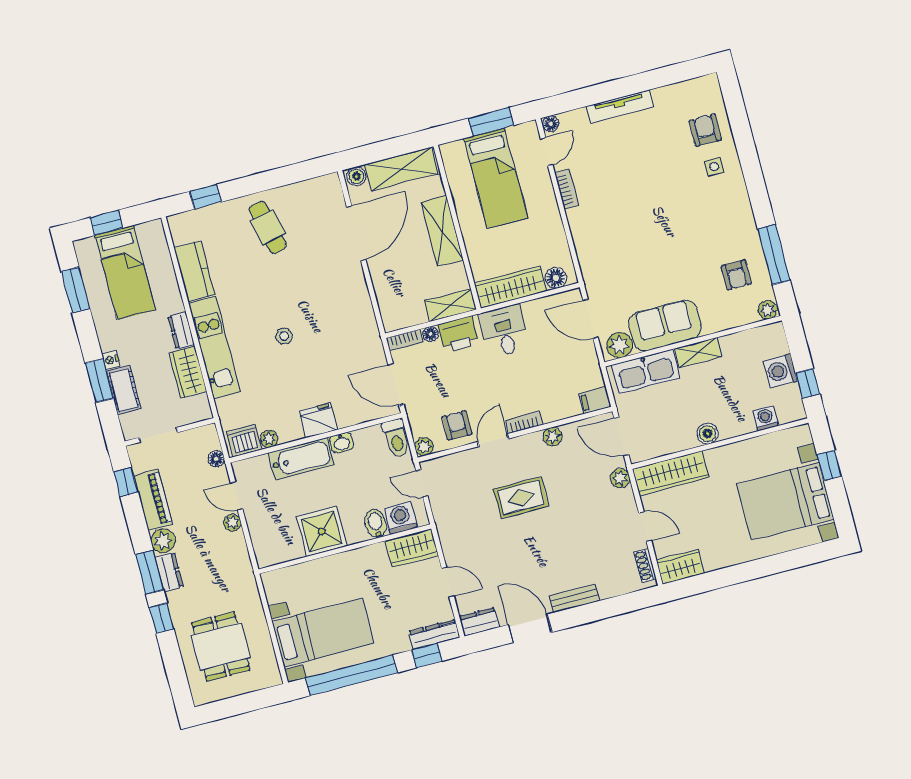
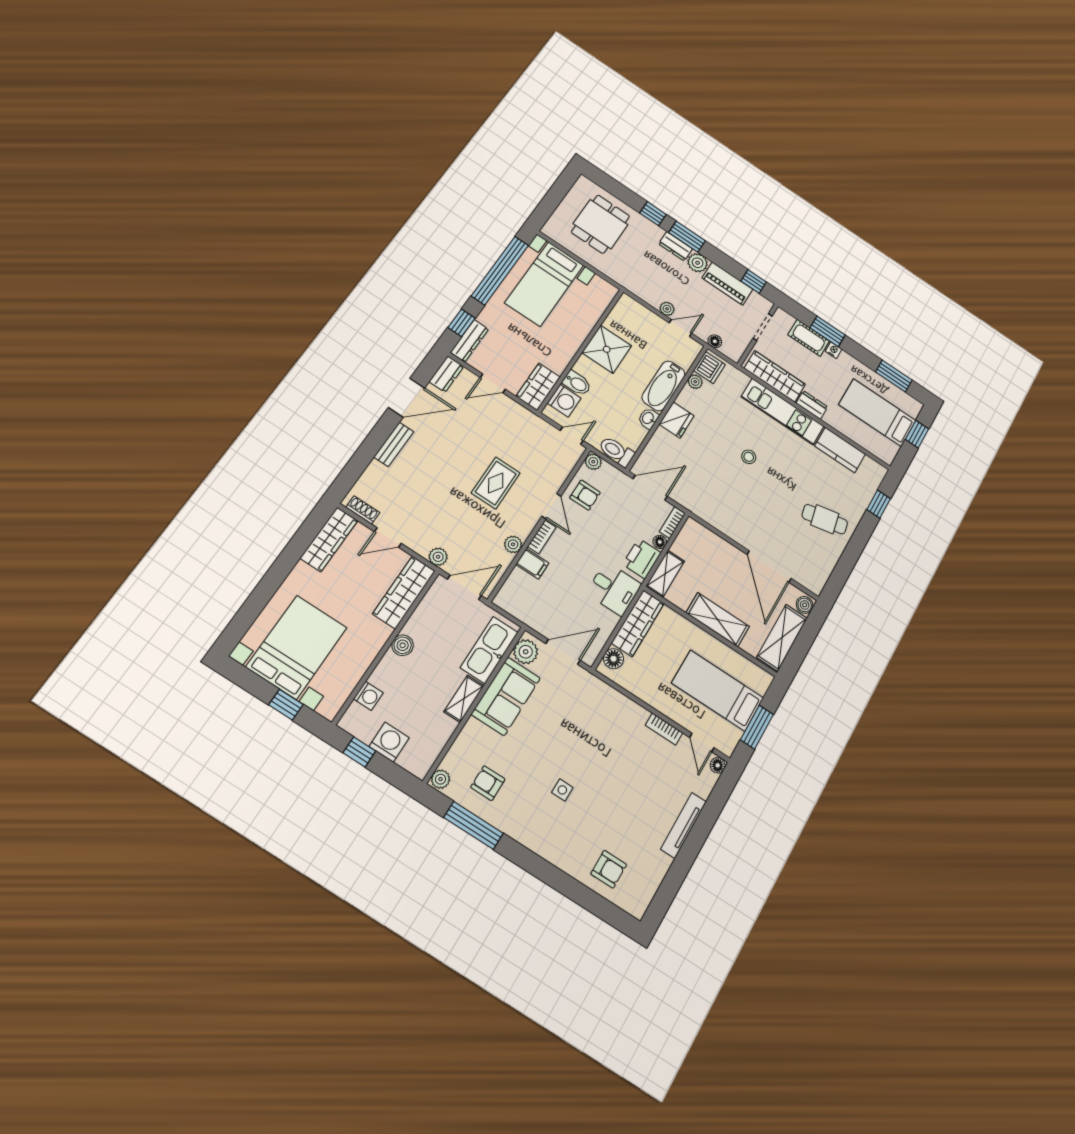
side table: (714, 167) -> (562, 790), moved
wardrobe: (188, 372) -> (775, 376), width x1.50
filing cabinet: (595, 400) -> (532, 564), moved, turned 90
wardrobe: (680, 567) -> (329, 539), width x1.50
dining table: (221, 647) -> (601, 224), turned 90

